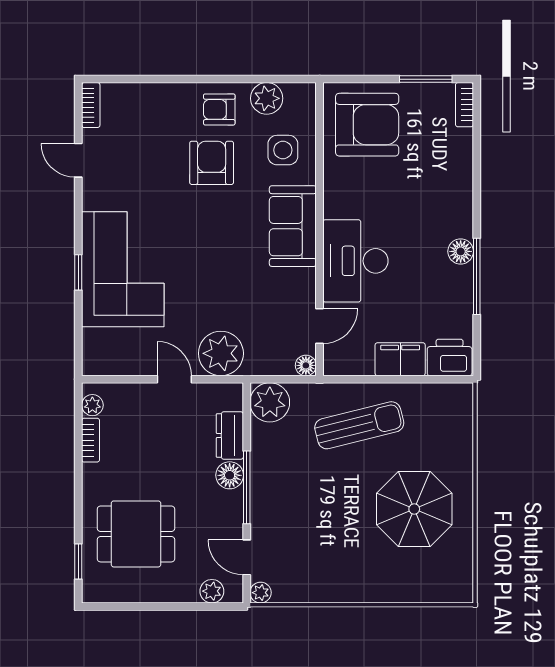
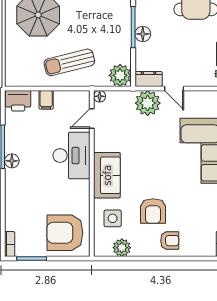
armchair: (219, 109) -> (170, 241), moved
filing cabinet: (400, 359) -> (46, 100), width x0.50
dresser: (230, 436) -> (149, 79), moved, turned -90

